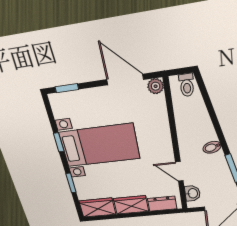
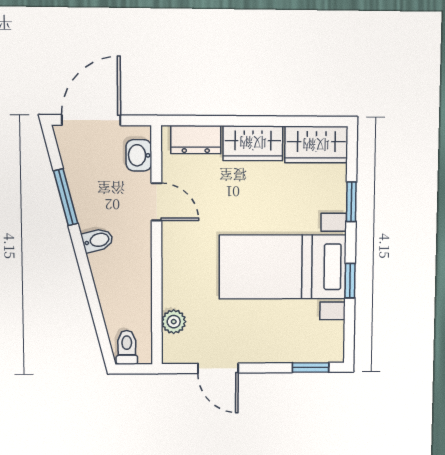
door: (125, 80) -> (218, 368), width x0.73
plant: (156, 86) -> (174, 322), moved

